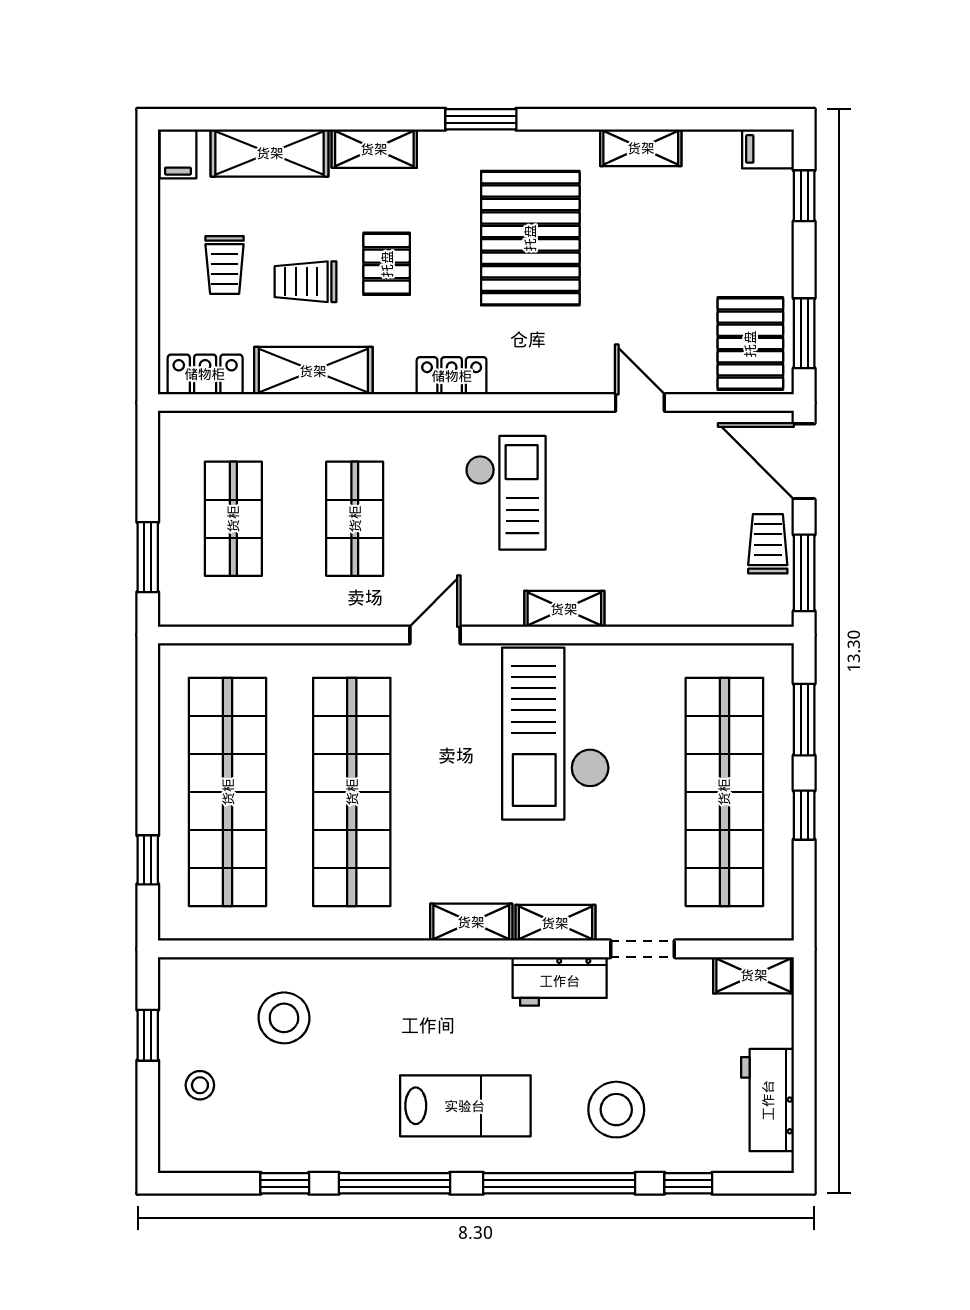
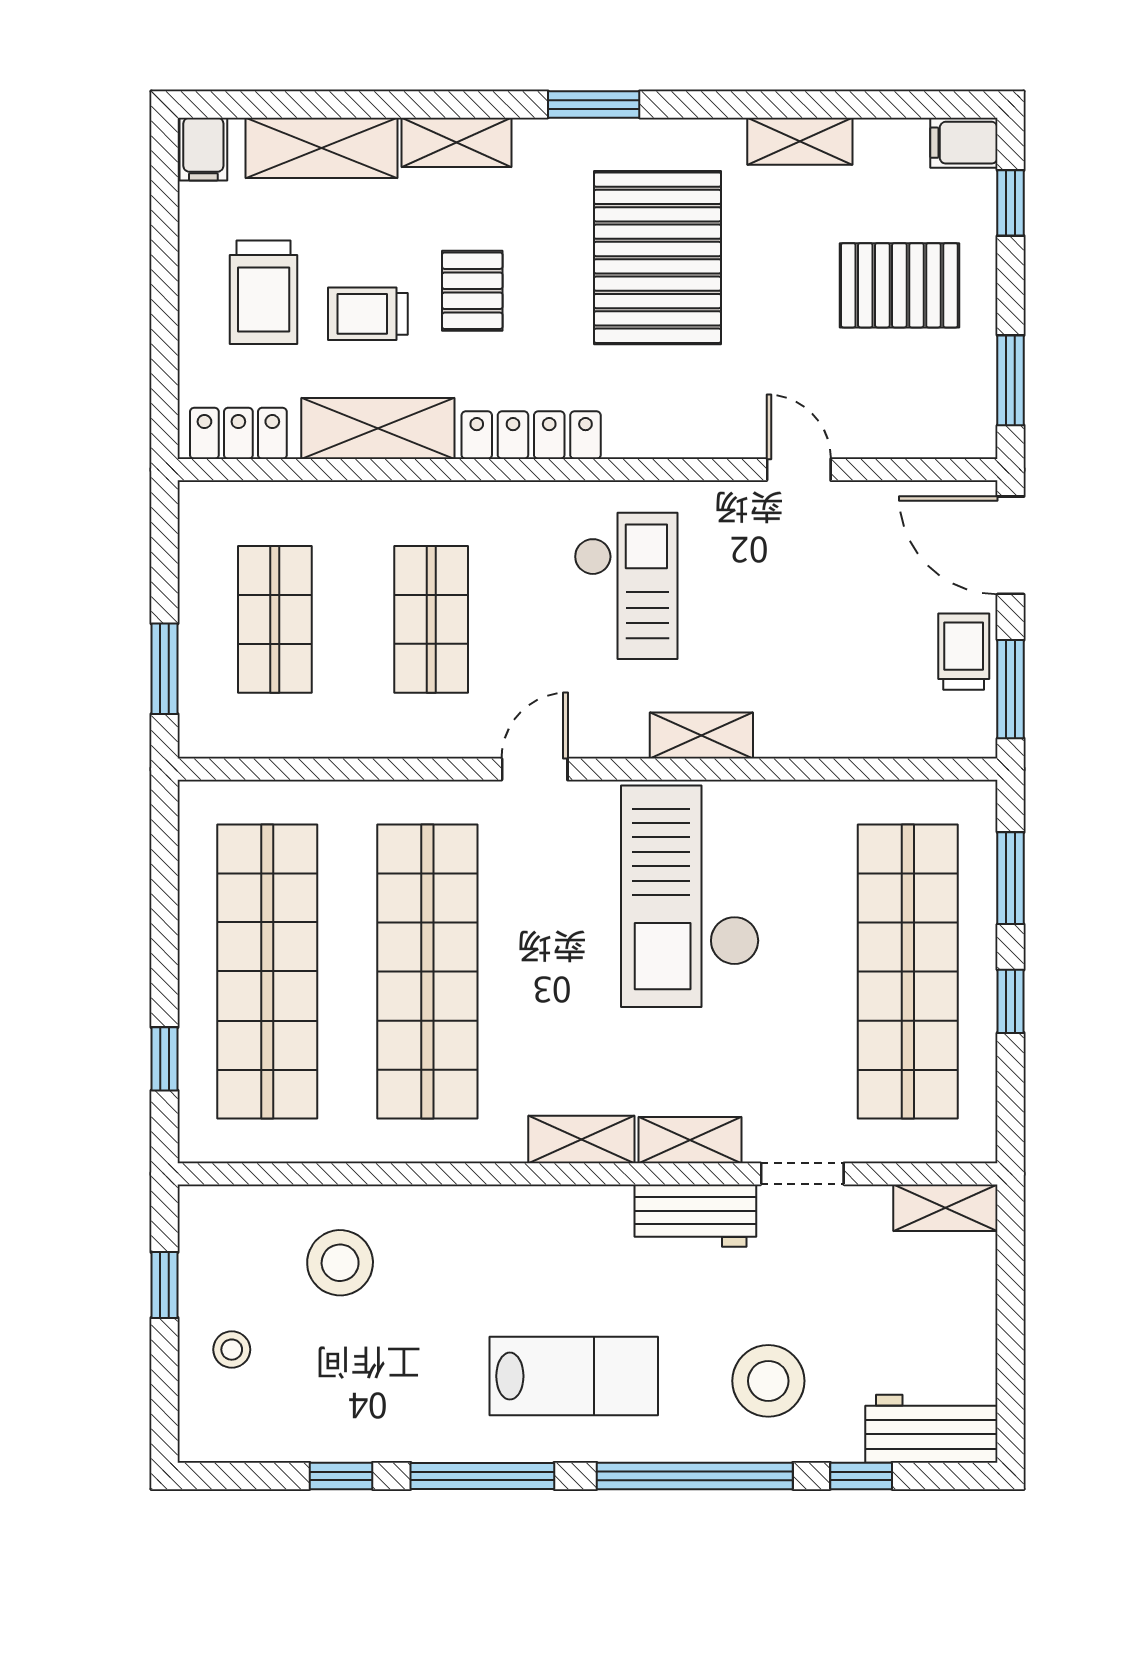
trolley: (225, 265) -> (264, 292), width x1.36, depth x1.39
pallet: (750, 344) -> (899, 285), moved, turned 90
locker: (452, 376) -> (531, 435), width x1.53
workbench: (768, 1100) -> (931, 1429), moved, turned 90

